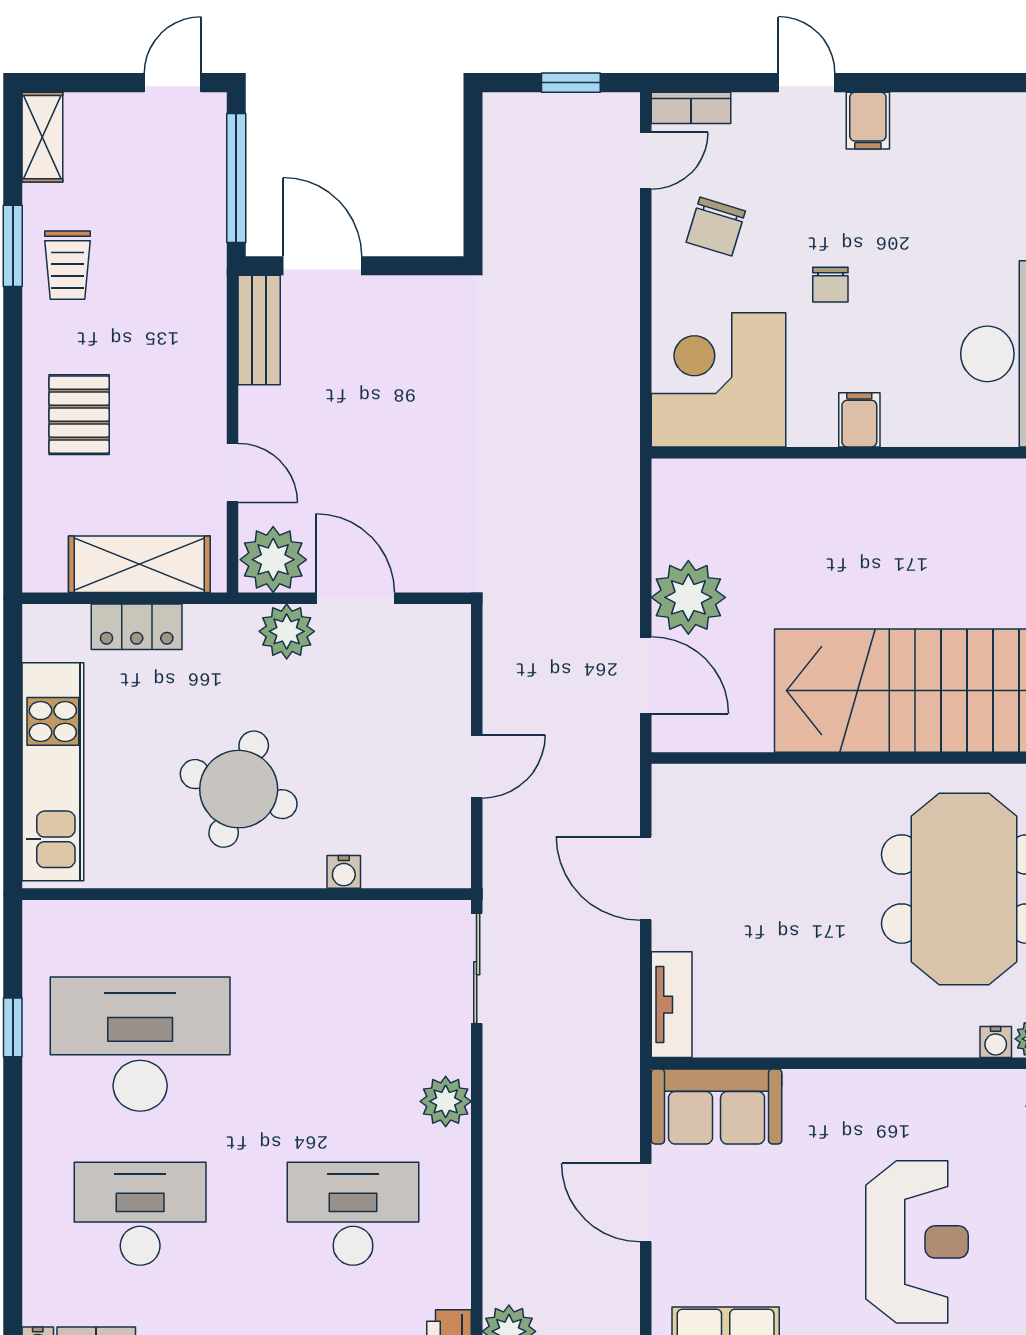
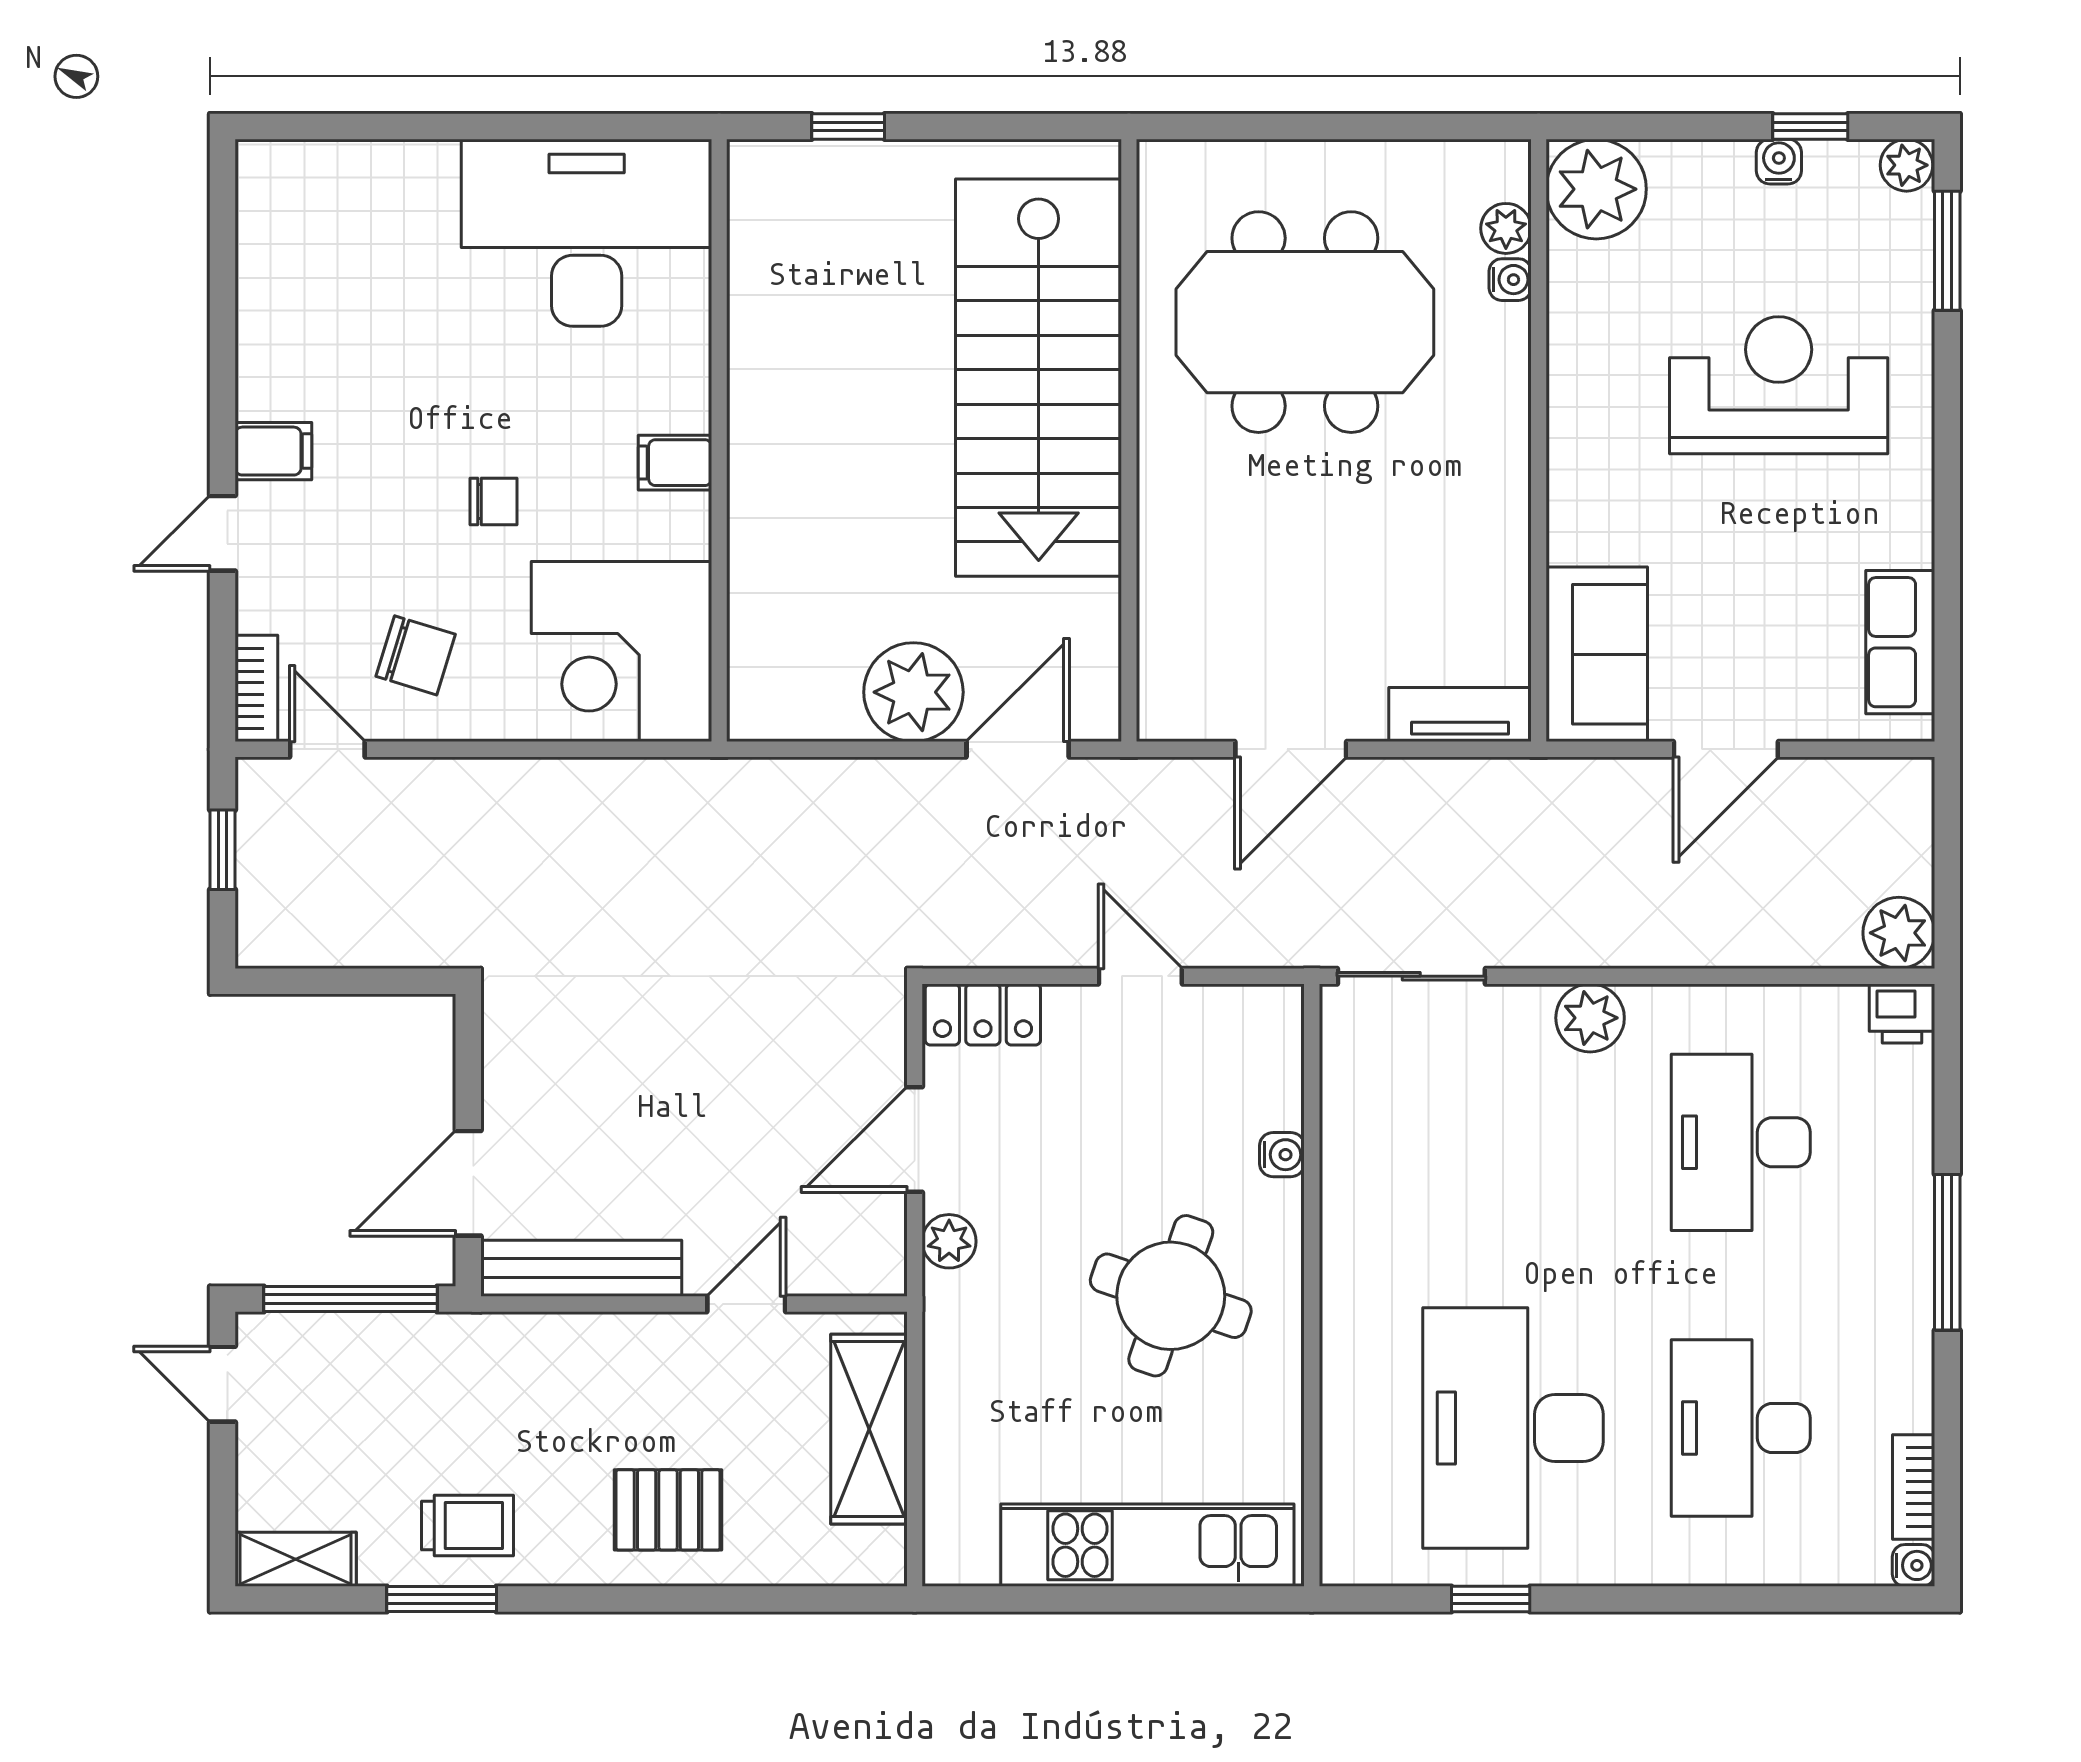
bench: (259, 330) -> (581, 1268), width x1.36
plant: (273, 560) -> (863, 1249), removed
locker: (137, 627) -> (983, 1015), moved, turned 90
plant: (287, 631) -> (949, 1241), width x0.73, depth x0.73

